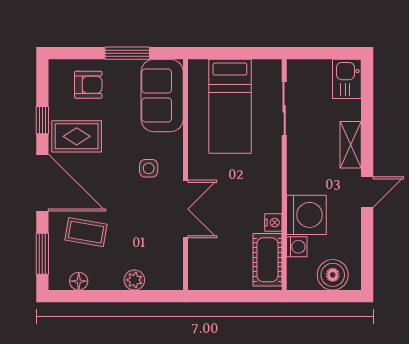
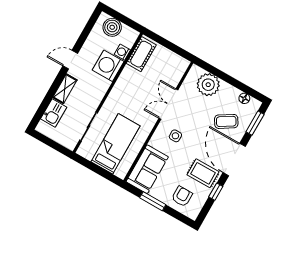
kitchen sink: (347, 79) -> (54, 113), moved
armchair: (88, 85) -> (182, 196), turned 90
nightstand: (273, 222) -> (127, 72), removed
coffee table: (86, 232) -> (226, 121), turned -42
plant: (134, 280) -> (208, 85), width x1.88, depth x1.88

